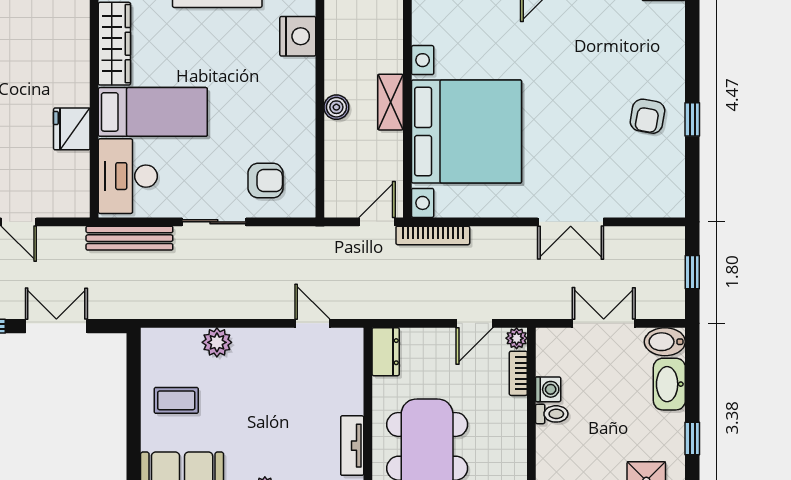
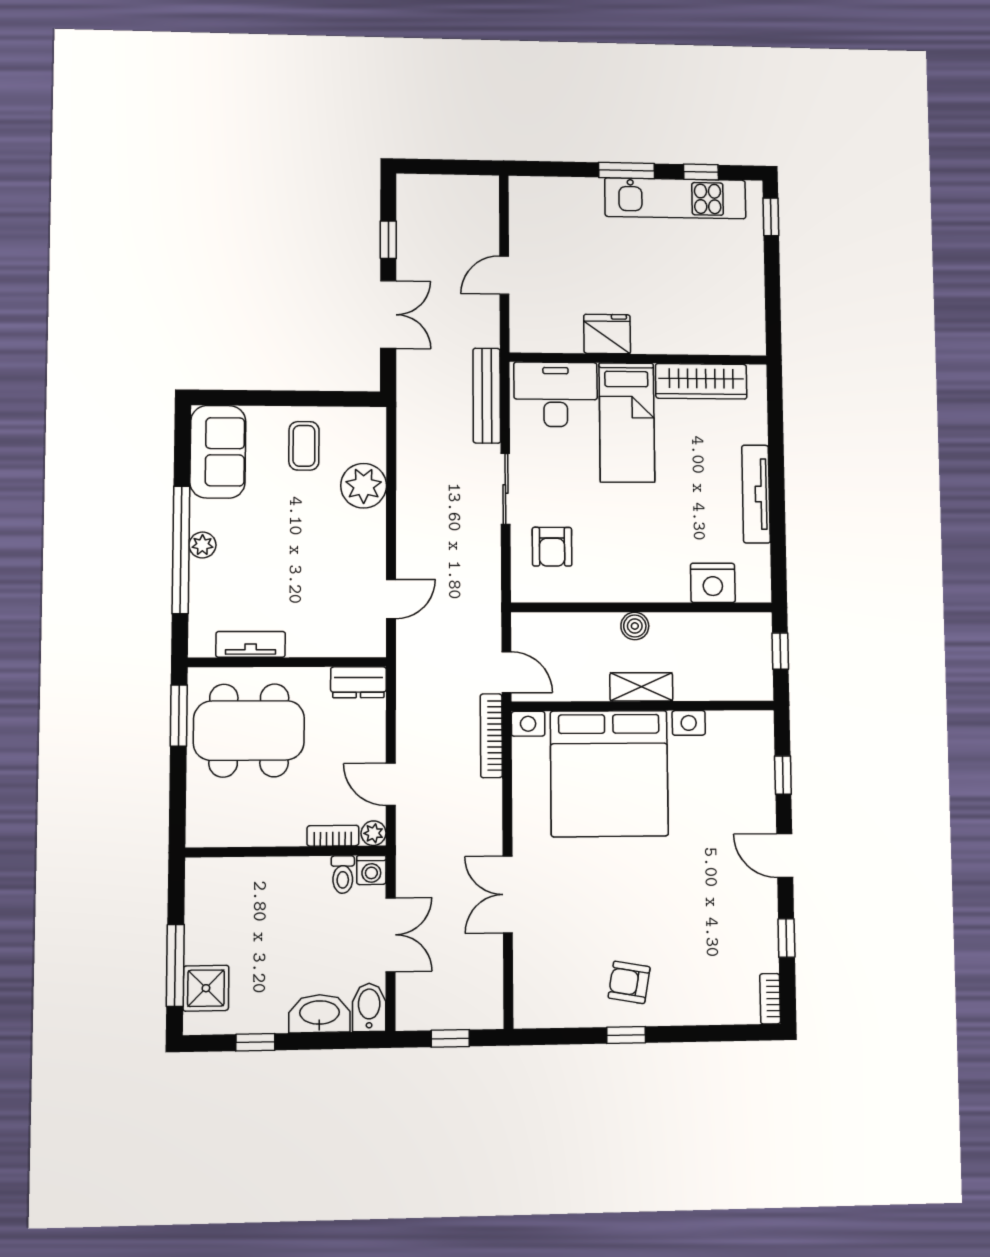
plant: (217, 342) -> (364, 486), width x1.36, depth x1.36
washing machine: (548, 389) -> (371, 870), moved
toilet: (552, 414) -> (343, 875), moved

